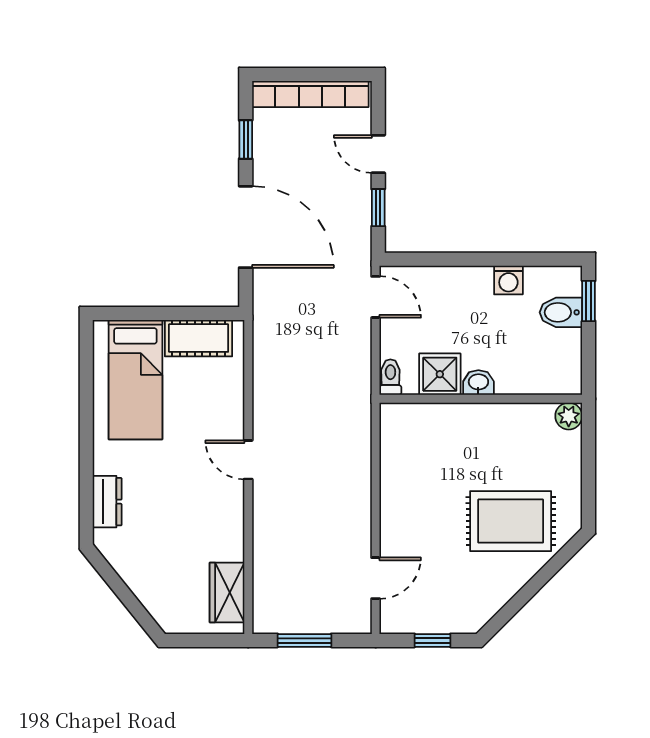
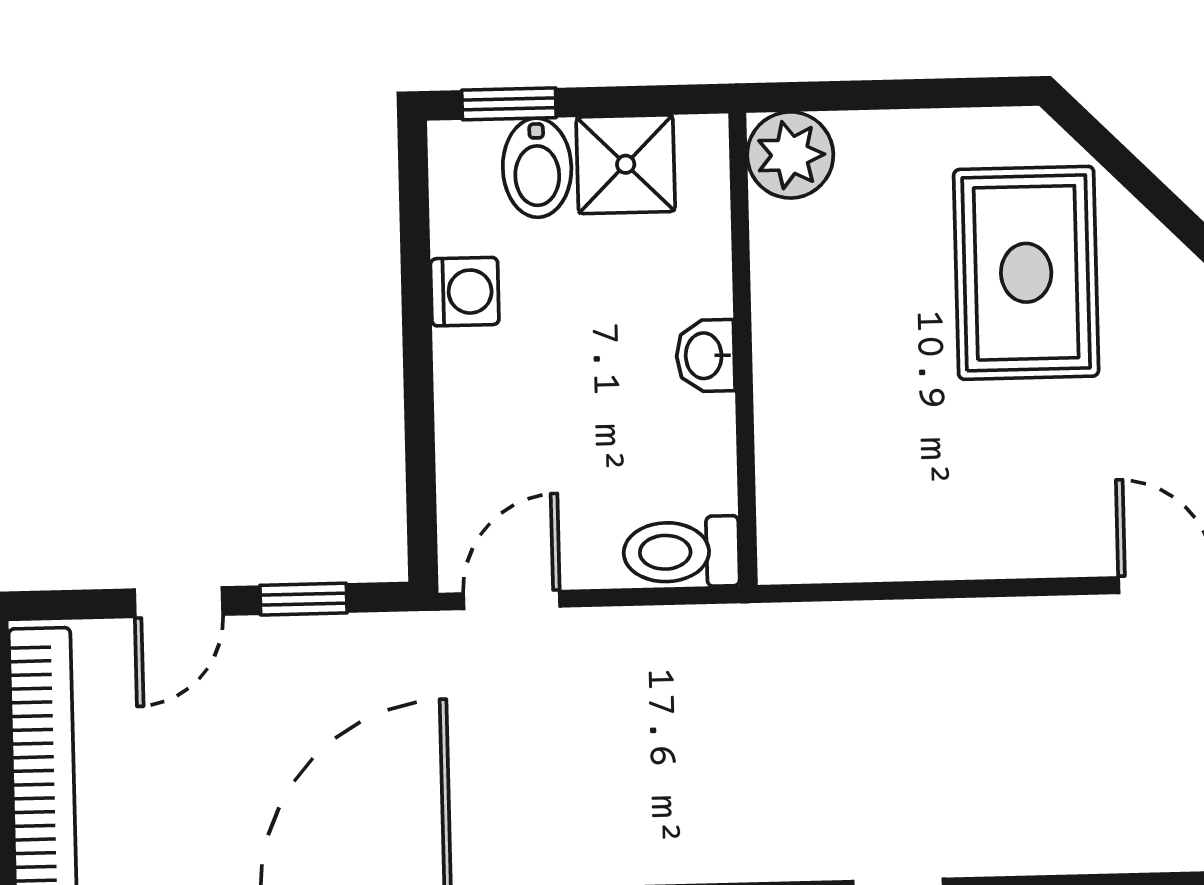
shower: (440, 374) -> (626, 164), moved
toilet: (390, 377) -> (681, 552), width x1.37, depth x1.39
plant: (569, 416) -> (790, 155), width x1.38, depth x1.38

